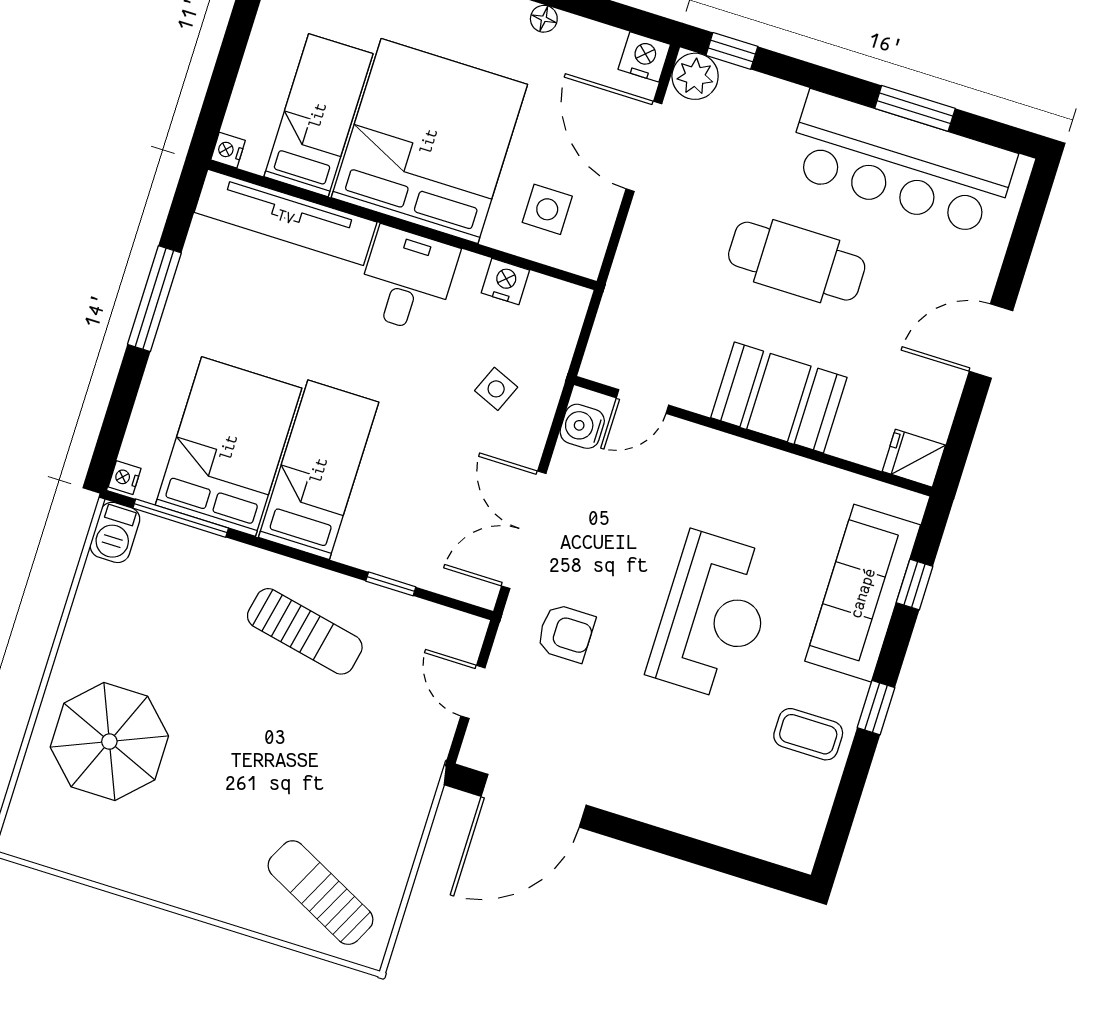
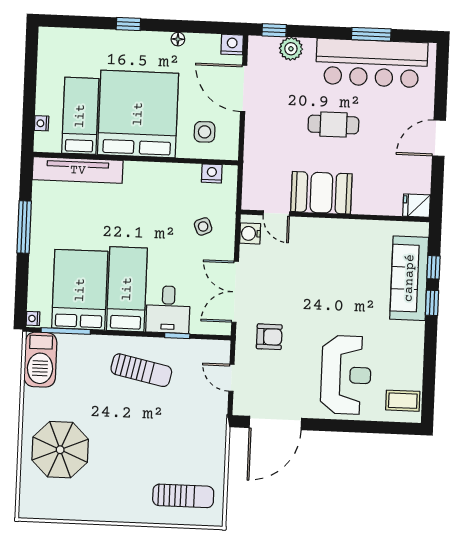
plant: (695, 76) -> (291, 49), moved
nightstand: (228, 150) -> (42, 123), moved
cafe table: (797, 261) -> (333, 125), width x0.73, depth x0.74
desk: (407, 280) -> (168, 310), moved, turned 180
nightstand: (505, 281) -> (212, 173), moved
side table: (496, 389) -> (203, 226), turned 45
booth: (779, 398) -> (321, 193), moved
door: (642, 401) -> (276, 213), hinge flipped
barbecue: (115, 532) -> (40, 360), width x1.88, depth x1.53
reception desk: (713, 616) -> (346, 375), moved
window: (876, 708) -> (432, 303), moved
coffee table: (808, 734) -> (403, 401), moved
sun lounger: (320, 893) -> (183, 496), turned 153

